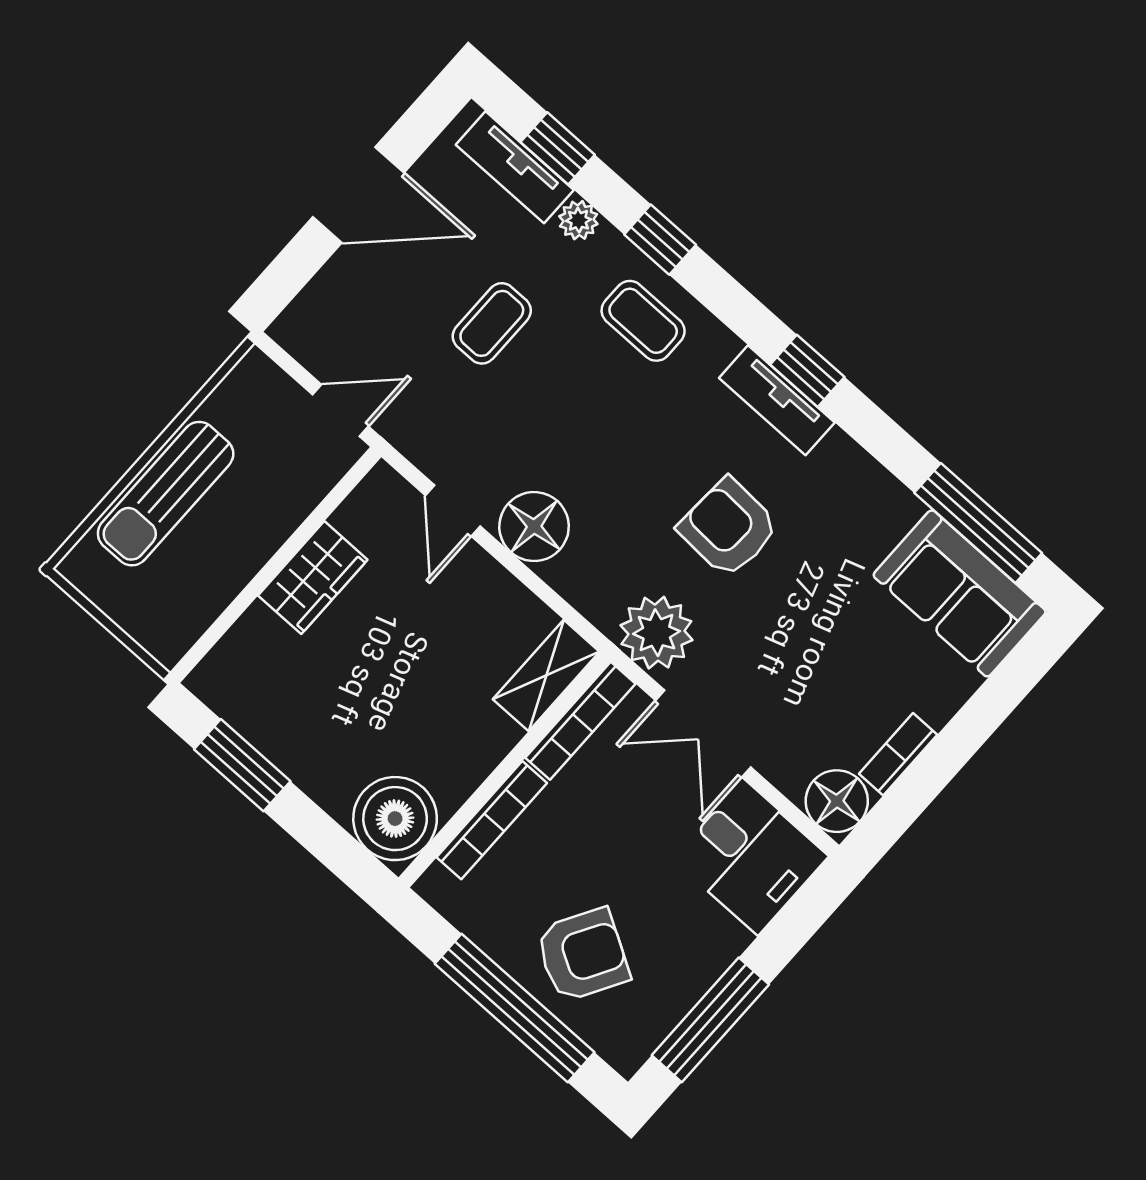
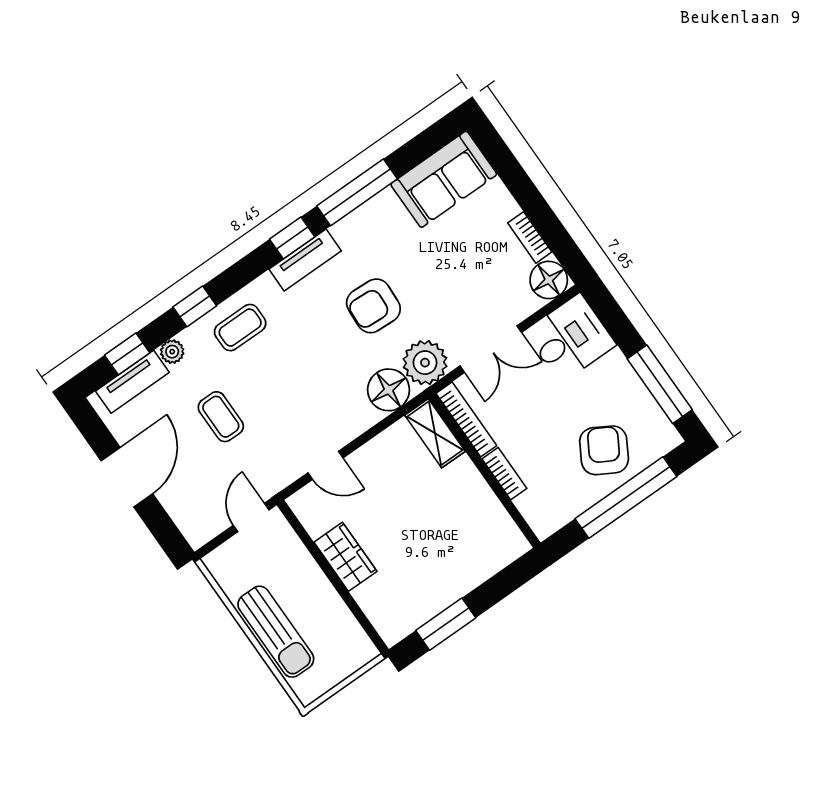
window: (978, 523) -> (357, 192), moved
floor lamp: (534, 527) -> (389, 390), moved
boiler: (395, 819) -> (498, 542), removed
bookcase: (492, 820) -> (504, 474), width x0.64

